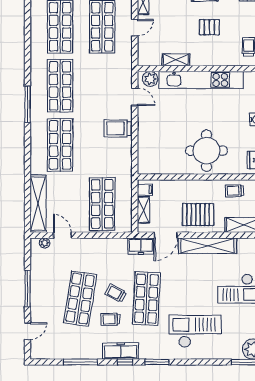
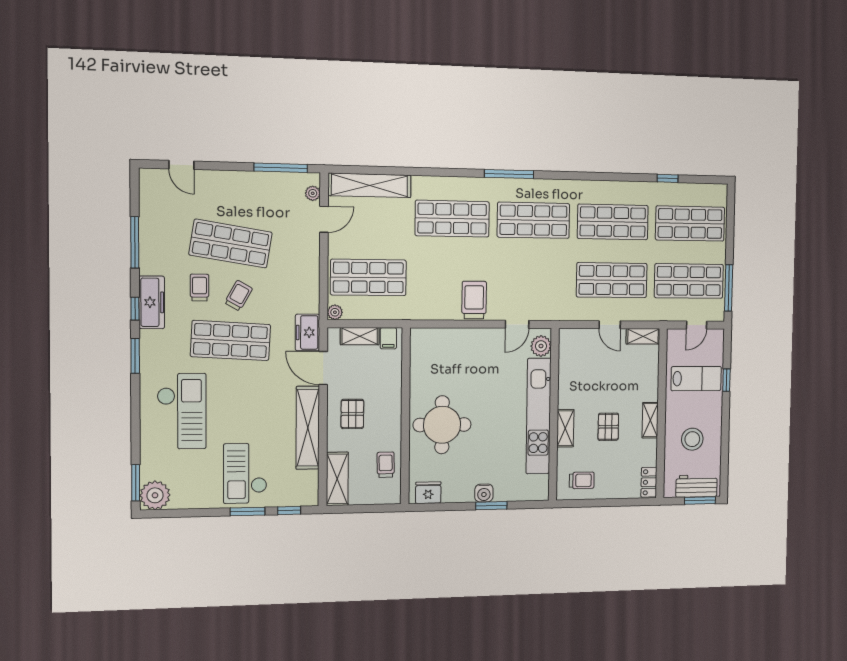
shelving: (176, 60) -> (565, 428), moved
pallet: (198, 215) -> (352, 414), width x0.67, depth x0.71
plant: (127, 227) -> (335, 312), added
window: (28, 289) -> (281, 168), moved

